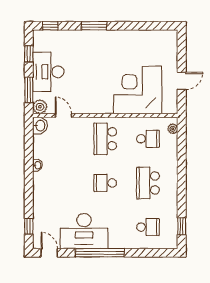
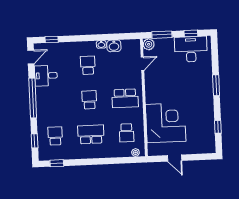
window: (50, 26) -> (218, 127), moved
desk: (48, 72) -> (191, 49), moved
washbasin: (40, 126) -> (114, 46), moved
school desk: (105, 139) -> (125, 98), turned 180
school desk: (63, 183) -> (88, 65), added
school desk: (148, 227) -> (55, 136), turned 180
desk: (84, 231) -> (46, 76), width x0.53, depth x0.77
window: (153, 253) -> (35, 141), added

